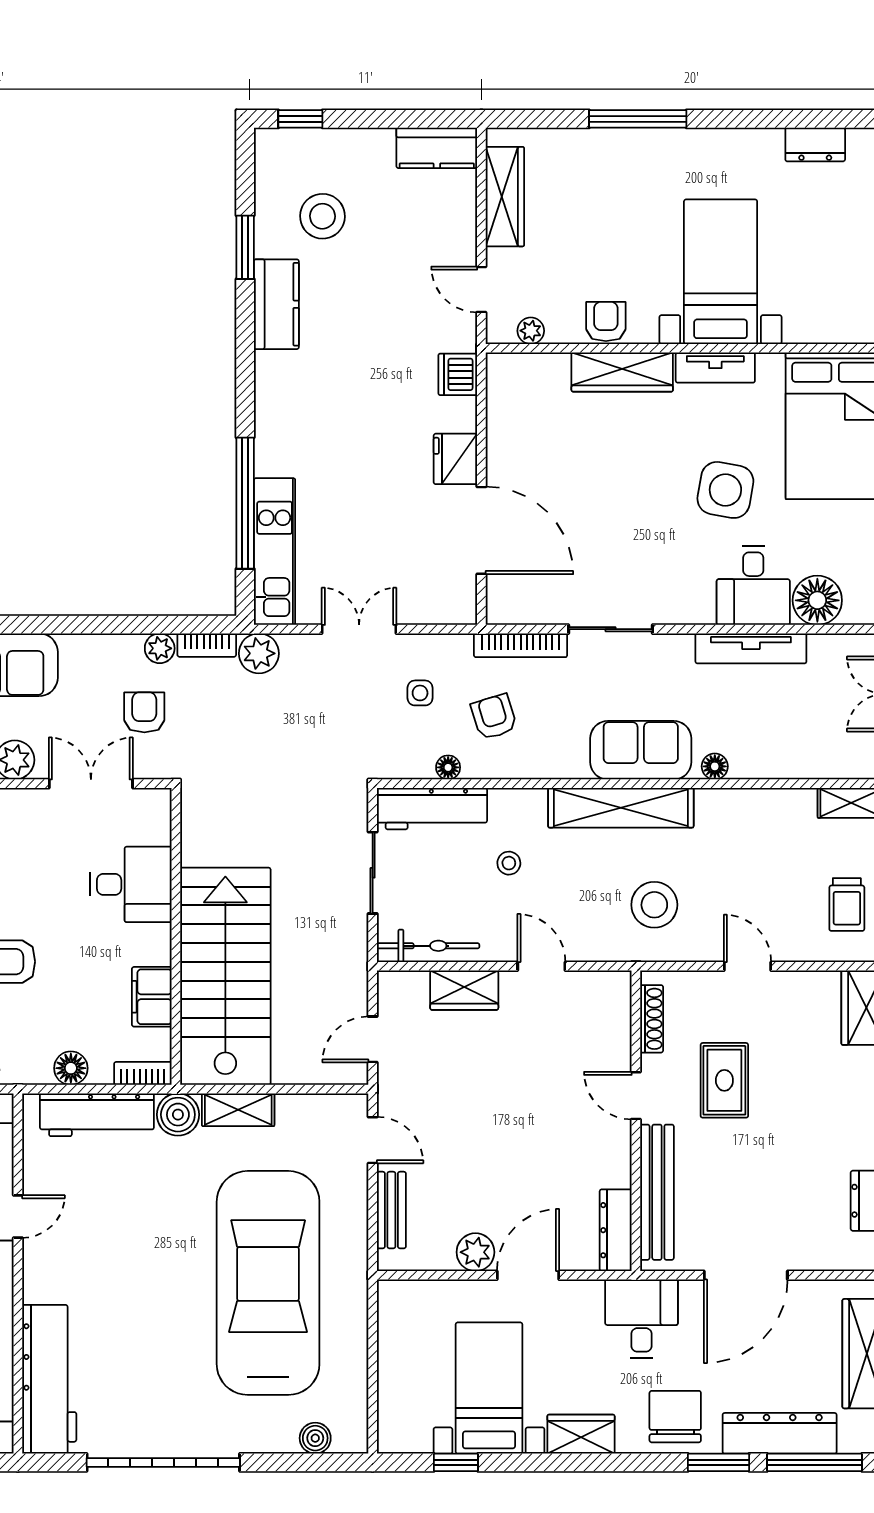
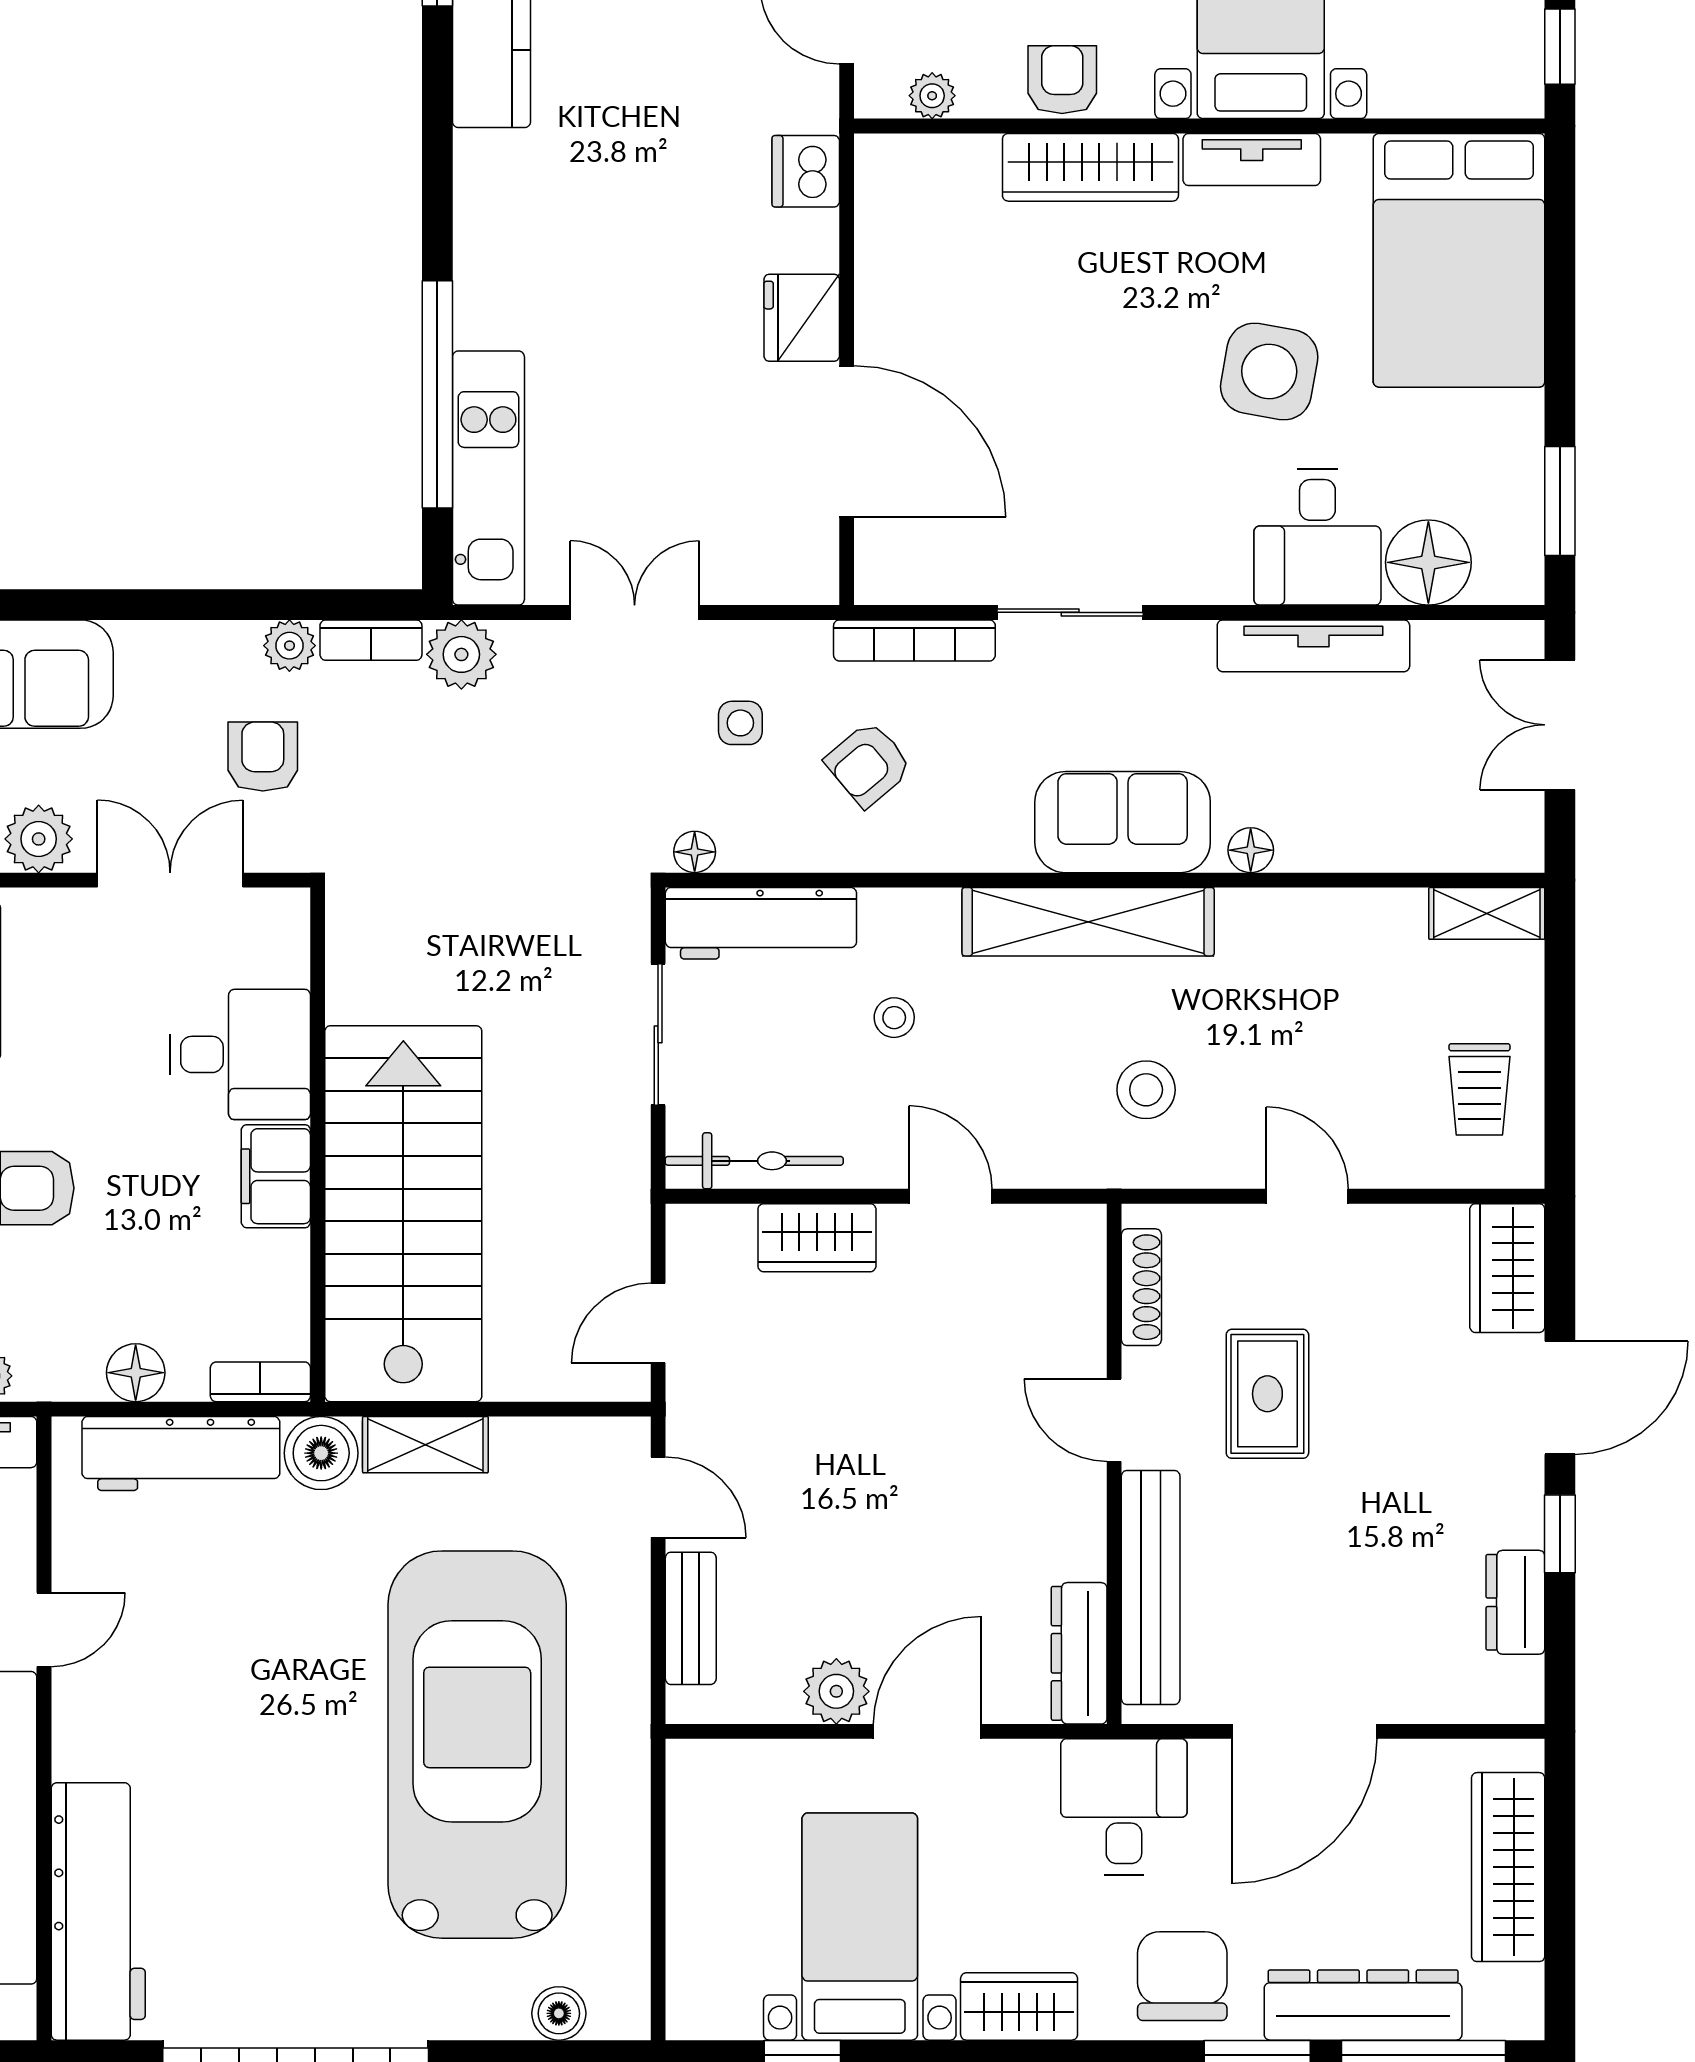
armchair: (494, 717) -> (868, 764), turned -113
floor lamp: (448, 767) -> (695, 852), moved
stool: (654, 905) -> (1146, 1090), width x0.73, depth x0.73
filing cabinet: (152, 997) -> (276, 1176), moved

